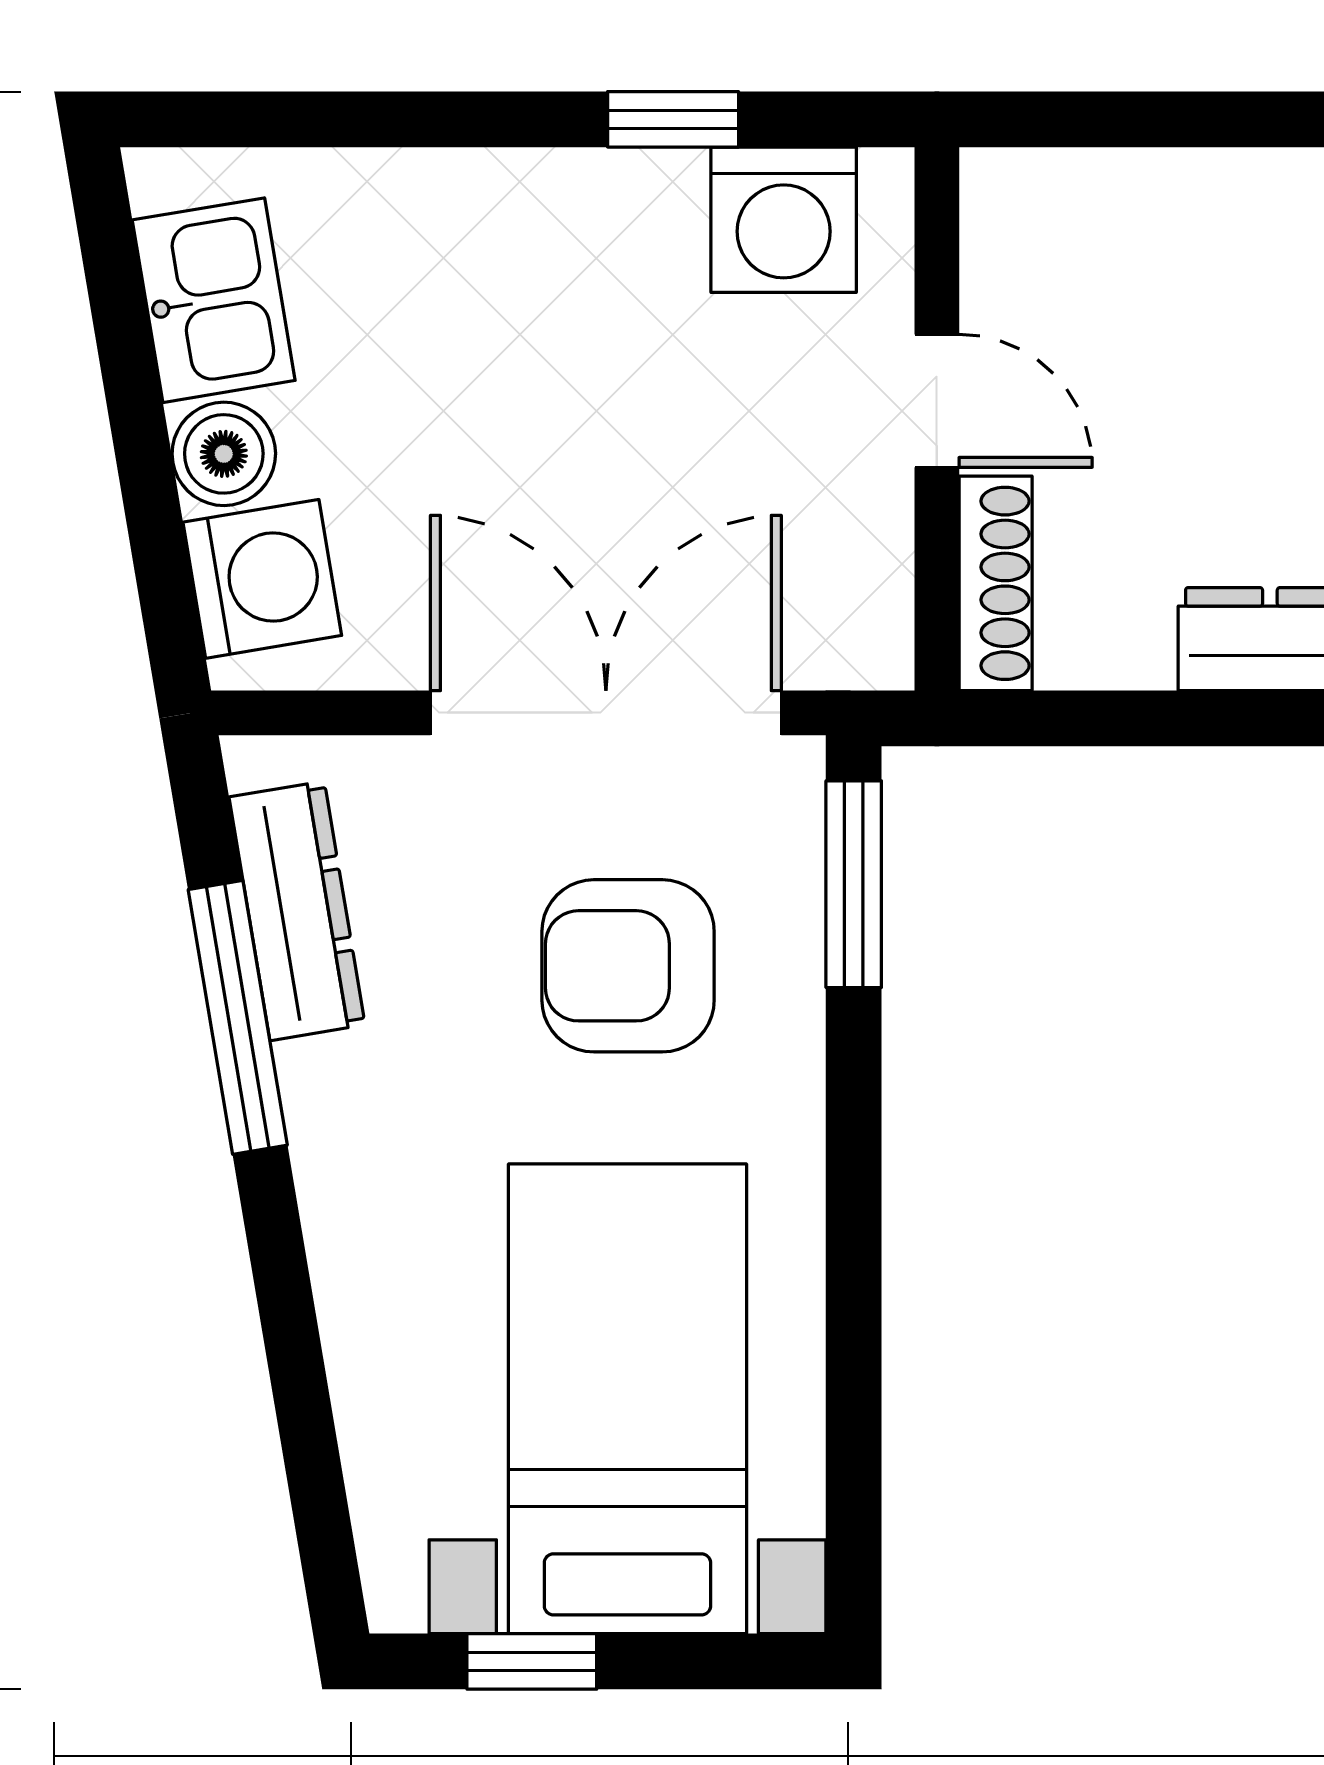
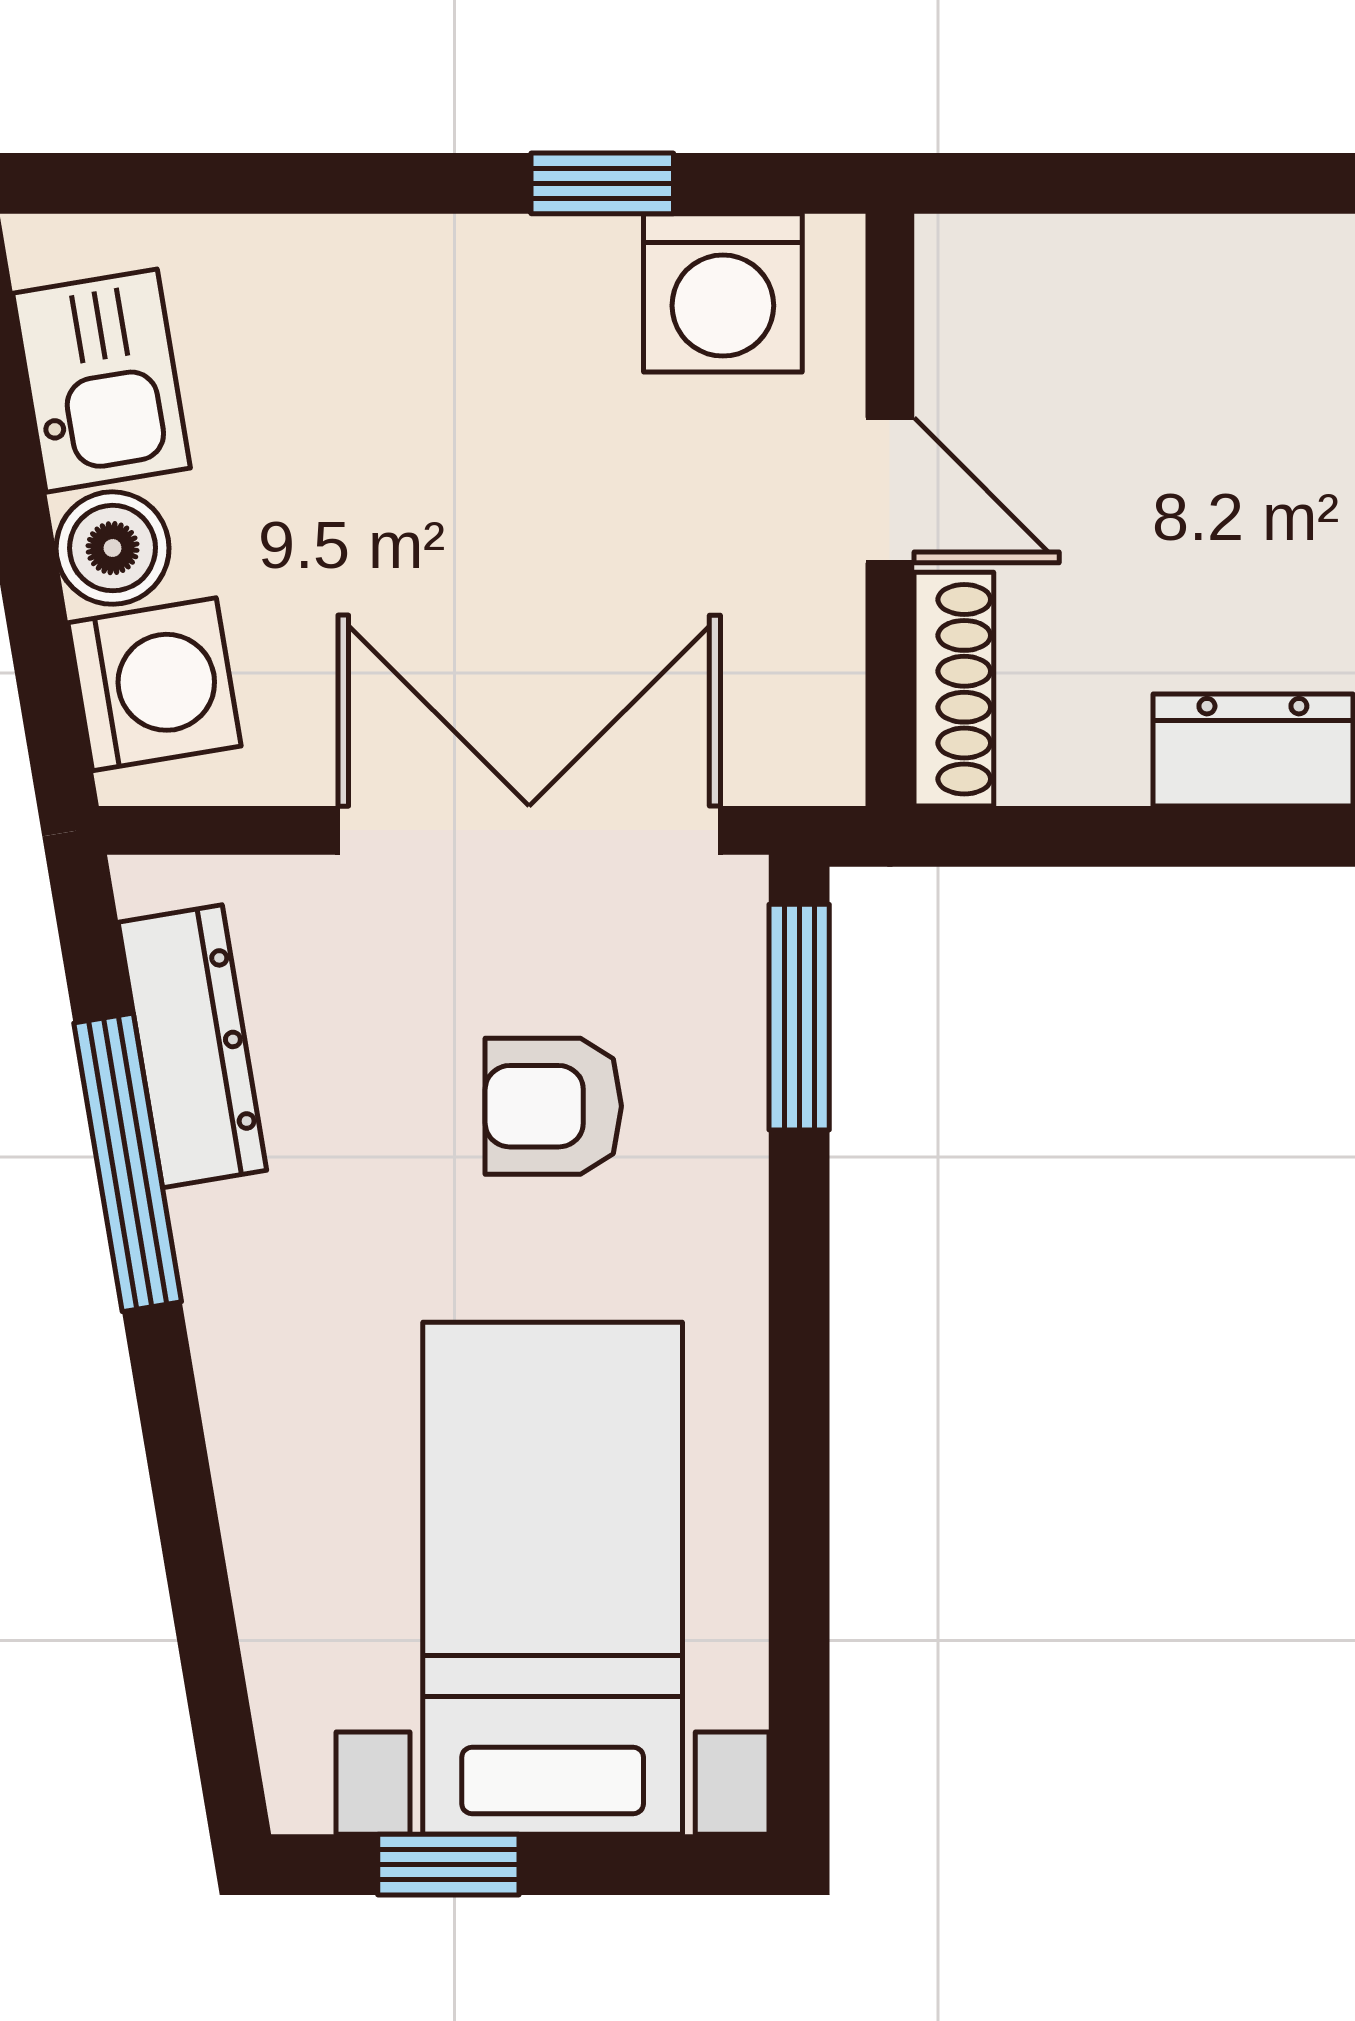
armchair: (628, 966) -> (553, 1106), width x0.72, depth x0.72

